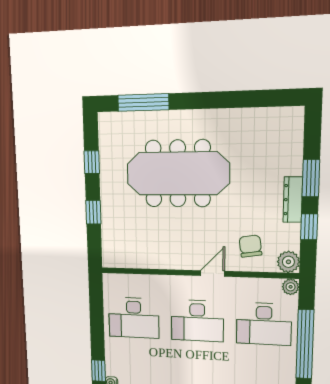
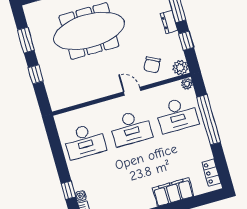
window: (92, 162) -> (26, 40), width x1.50
dresser: (293, 200) -> (169, 22), width x0.70
chair: (250, 246) -> (152, 65), turned -146
door: (213, 273) -> (132, 91), hinge flipped

